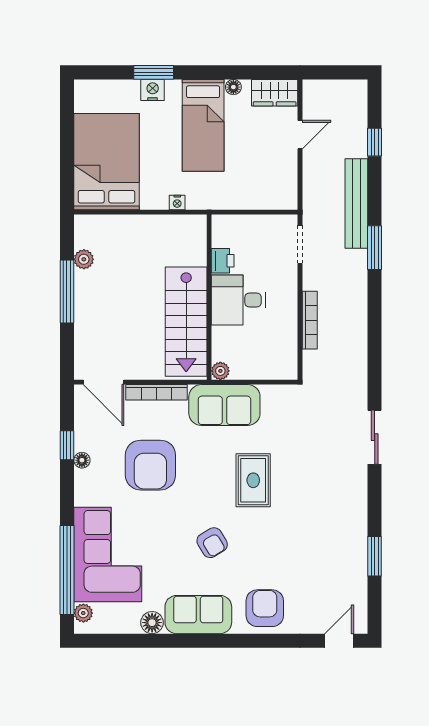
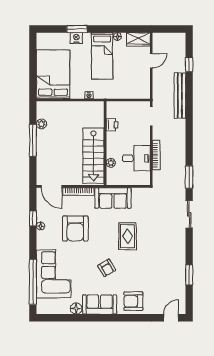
window: (375, 248) -> (189, 177), moved
desk: (238, 300) -> (136, 158), moved, turned 180
plant: (220, 371) -> (111, 163), moved
armchair: (265, 608) -> (133, 301), turned -90
plant: (83, 613) -> (41, 304), removed

